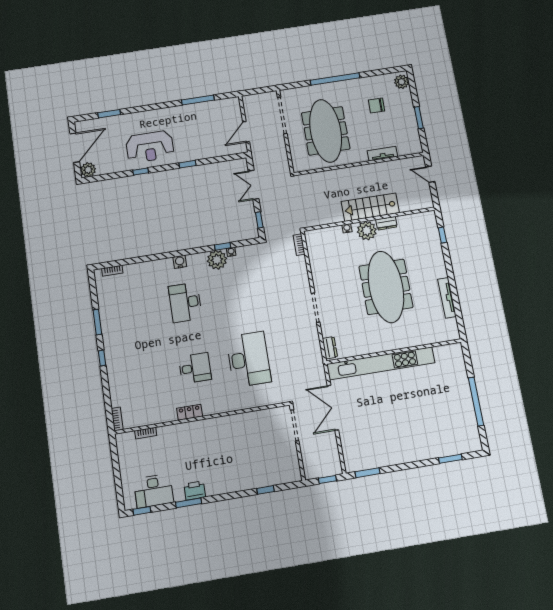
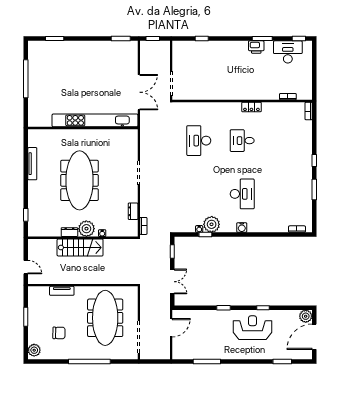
dresser: (330, 348) -> (133, 211), moved
desk: (249, 359) -> (199, 141), width x0.73, depth x0.77

